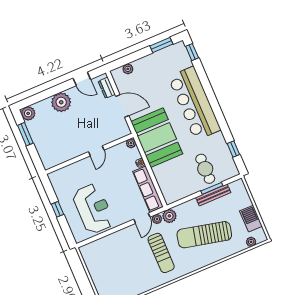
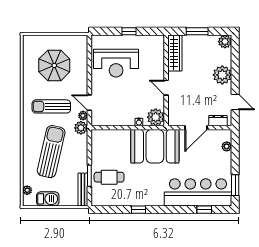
window: (192, 52) -> (204, 210), moved
door: (82, 79) -> (235, 102), swing flipped
bar counter: (194, 103) -> (198, 192), moved
window: (25, 134) -> (197, 31), moved
plant: (131, 143) -> (156, 117), width x1.87, depth x1.87
window: (233, 149) -> (139, 210), moved
wardrobe: (60, 157) -> (175, 53), added
row of seats: (148, 189) -> (113, 119), removed
bench: (213, 195) -> (83, 190), moved
parasol: (121, 267) -> (54, 65), added

